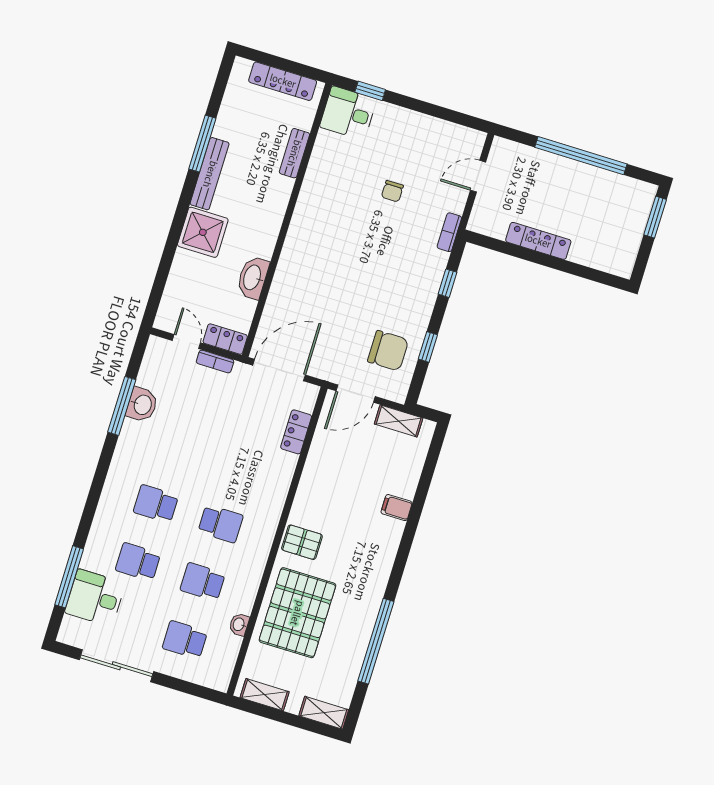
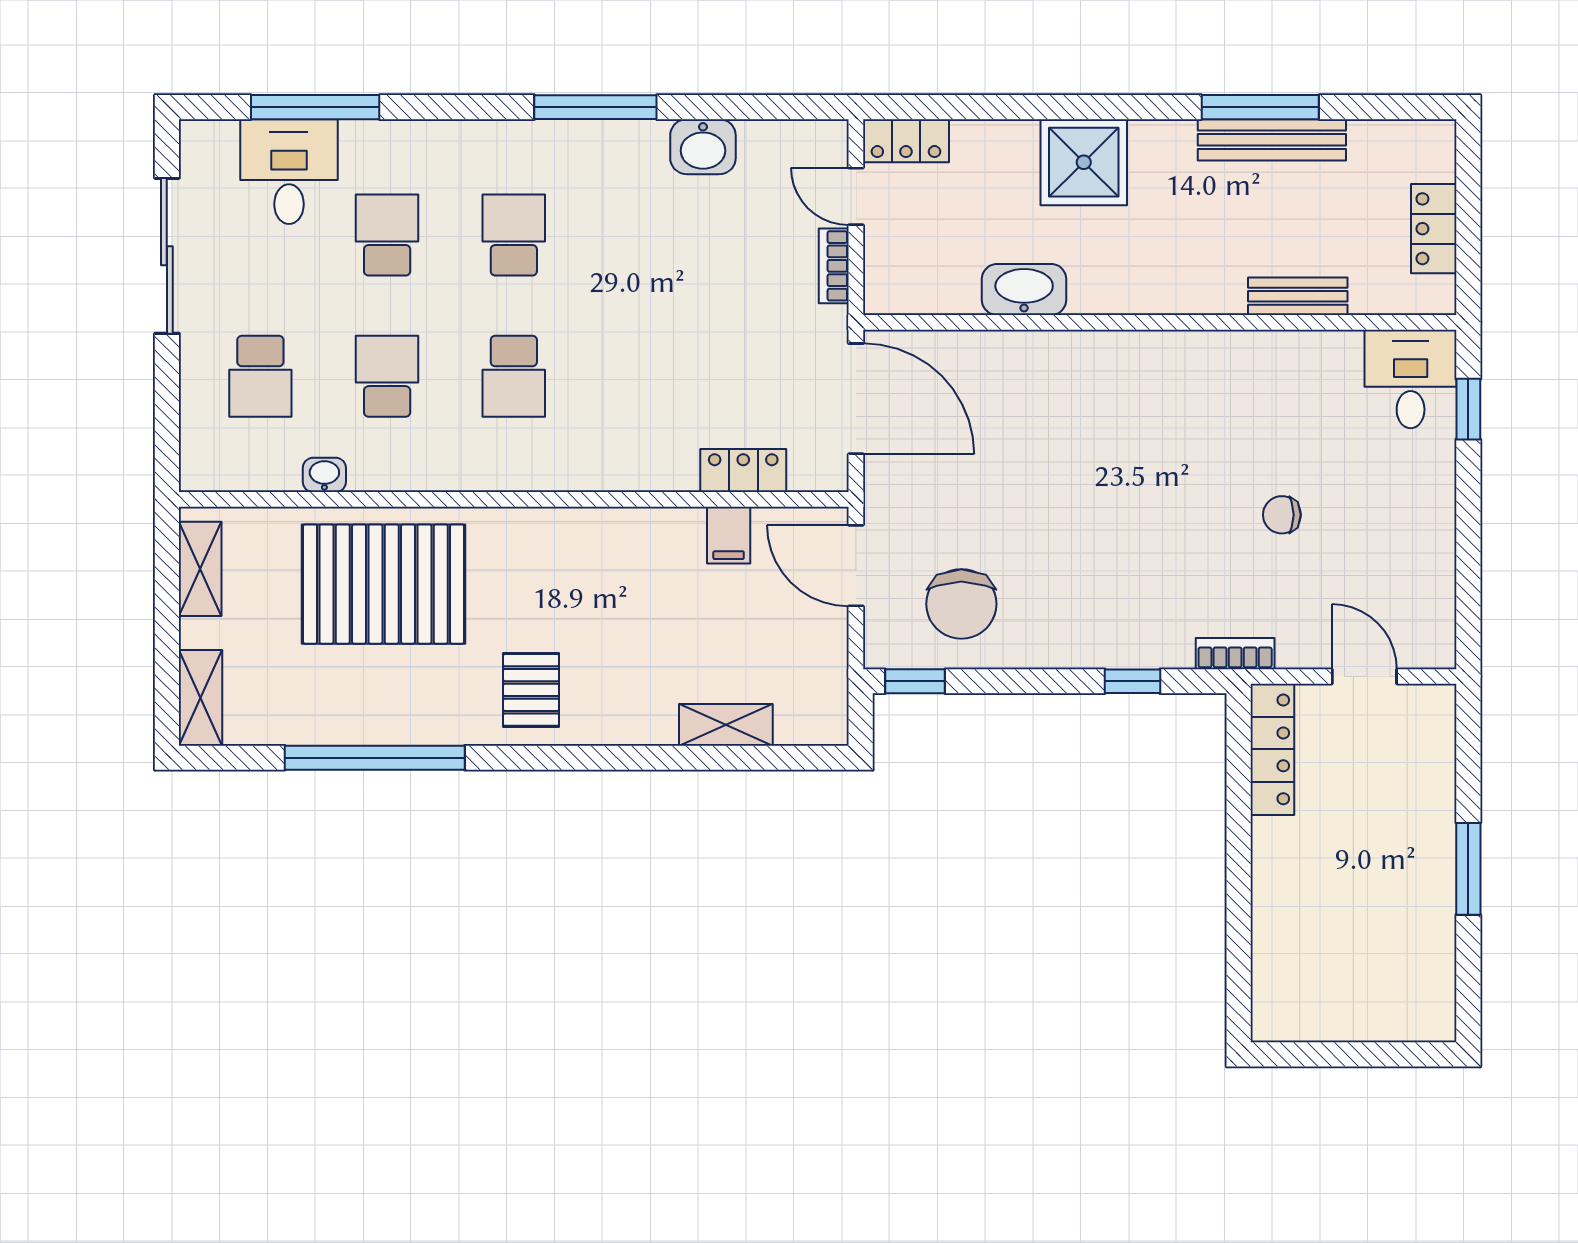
locker: (283, 81) -> (1434, 229), width x0.66
window: (581, 156) -> (1468, 869), width x0.47
bench: (210, 174) -> (1272, 140), moved
window: (655, 217) -> (1391, 1054), removed
locker: (538, 241) -> (1272, 749), moved
locker: (225, 339) -> (906, 141), moved, turned 90
door: (186, 342) -> (856, 196), swing flipped
window: (428, 347) -> (915, 681), moved
window: (122, 406) -> (595, 107), moved
shelving: (399, 421) -> (726, 725), moved, turned 90
filing cabinet: (397, 508) -> (729, 535), moved, turned 180
pallet: (302, 542) -> (531, 690), moved
school desk: (185, 640) -> (260, 376), turned 180

